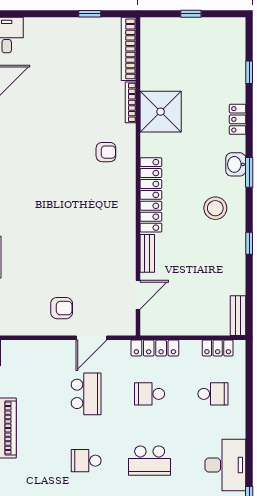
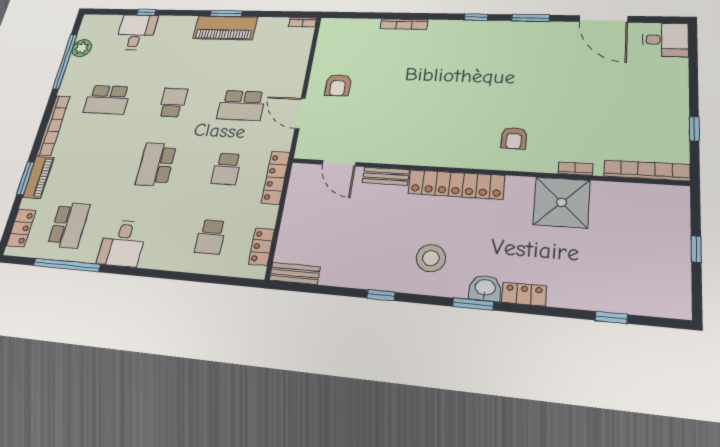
bookcase: (131, 102) -> (575, 169), width x0.64
locker: (238, 119) -> (524, 294), moved
school desk: (150, 394) -> (226, 169), turned 180
desk: (225, 465) -> (122, 243), width x0.73

